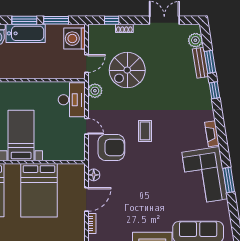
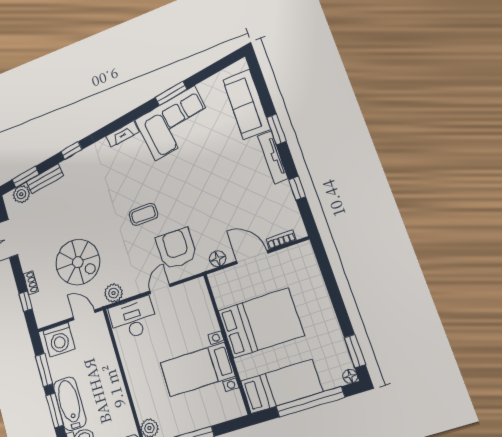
window: (210, 62) -> (25, 177), moved

